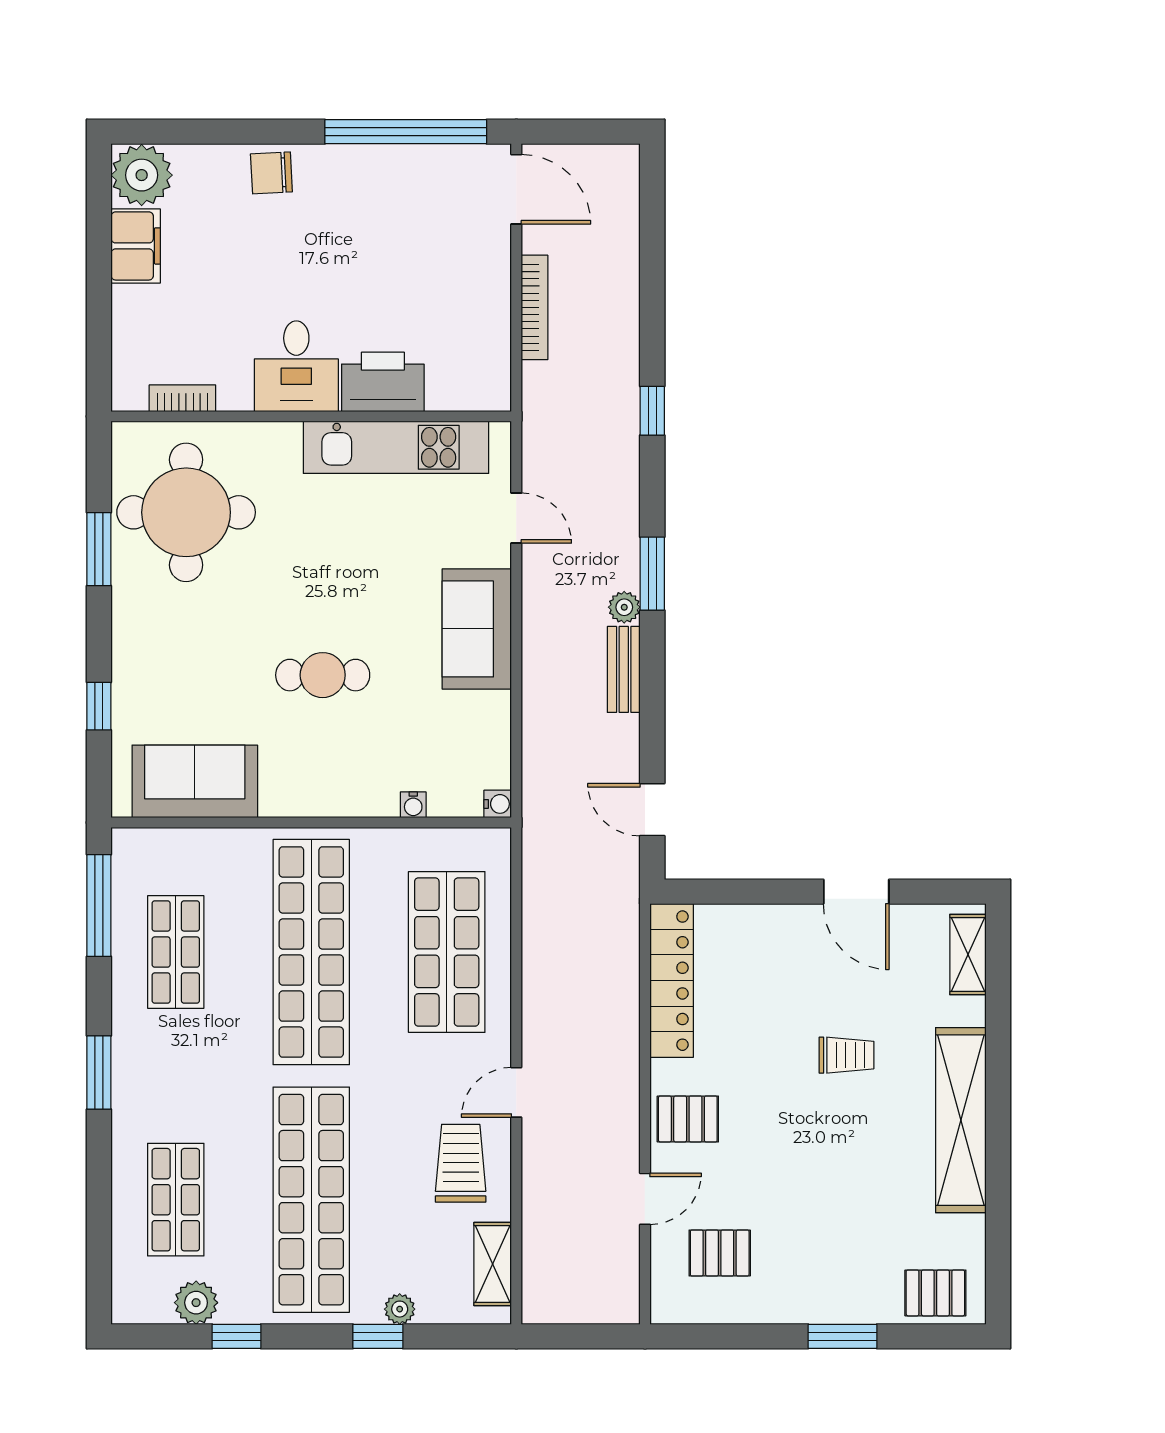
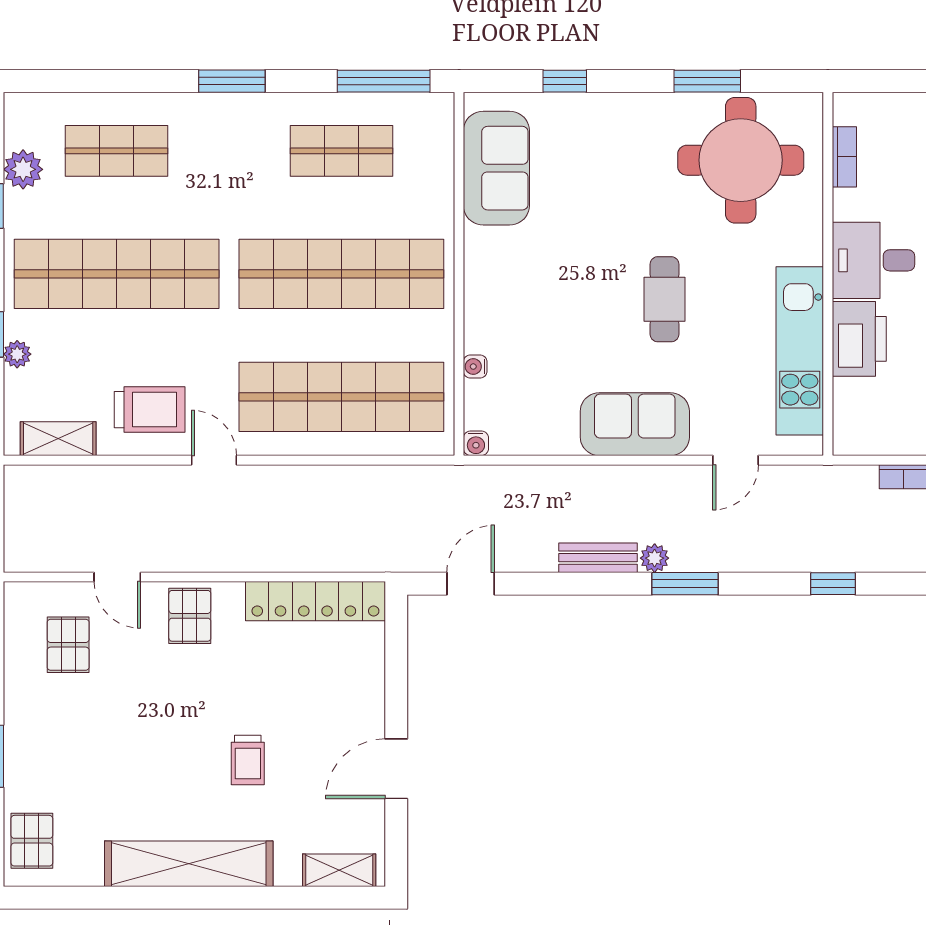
cafe table: (323, 675) -> (664, 299), moved
shop shelf: (447, 952) -> (341, 397), width x1.40

